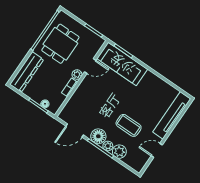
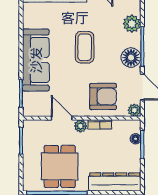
dining table: (60, 44) -> (60, 166), turned 90
sofa: (122, 64) -> (36, 60), moved
armchair: (86, 102) -> (103, 97), added
coffee table: (129, 125) -> (85, 47), moved
plant: (108, 146) -> (134, 110), moved

